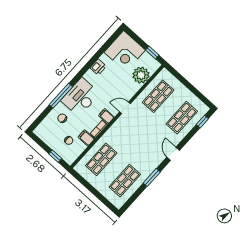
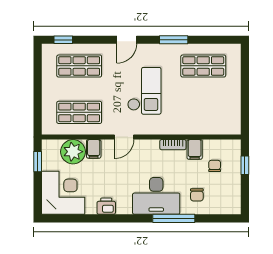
door: (125, 108) -> (124, 137), hinge flipped
filing cabinet: (106, 116) -> (94, 149), moved
checkout: (139, 139) -> (144, 91), added
shop shelf: (101, 159) -> (203, 112), removed

